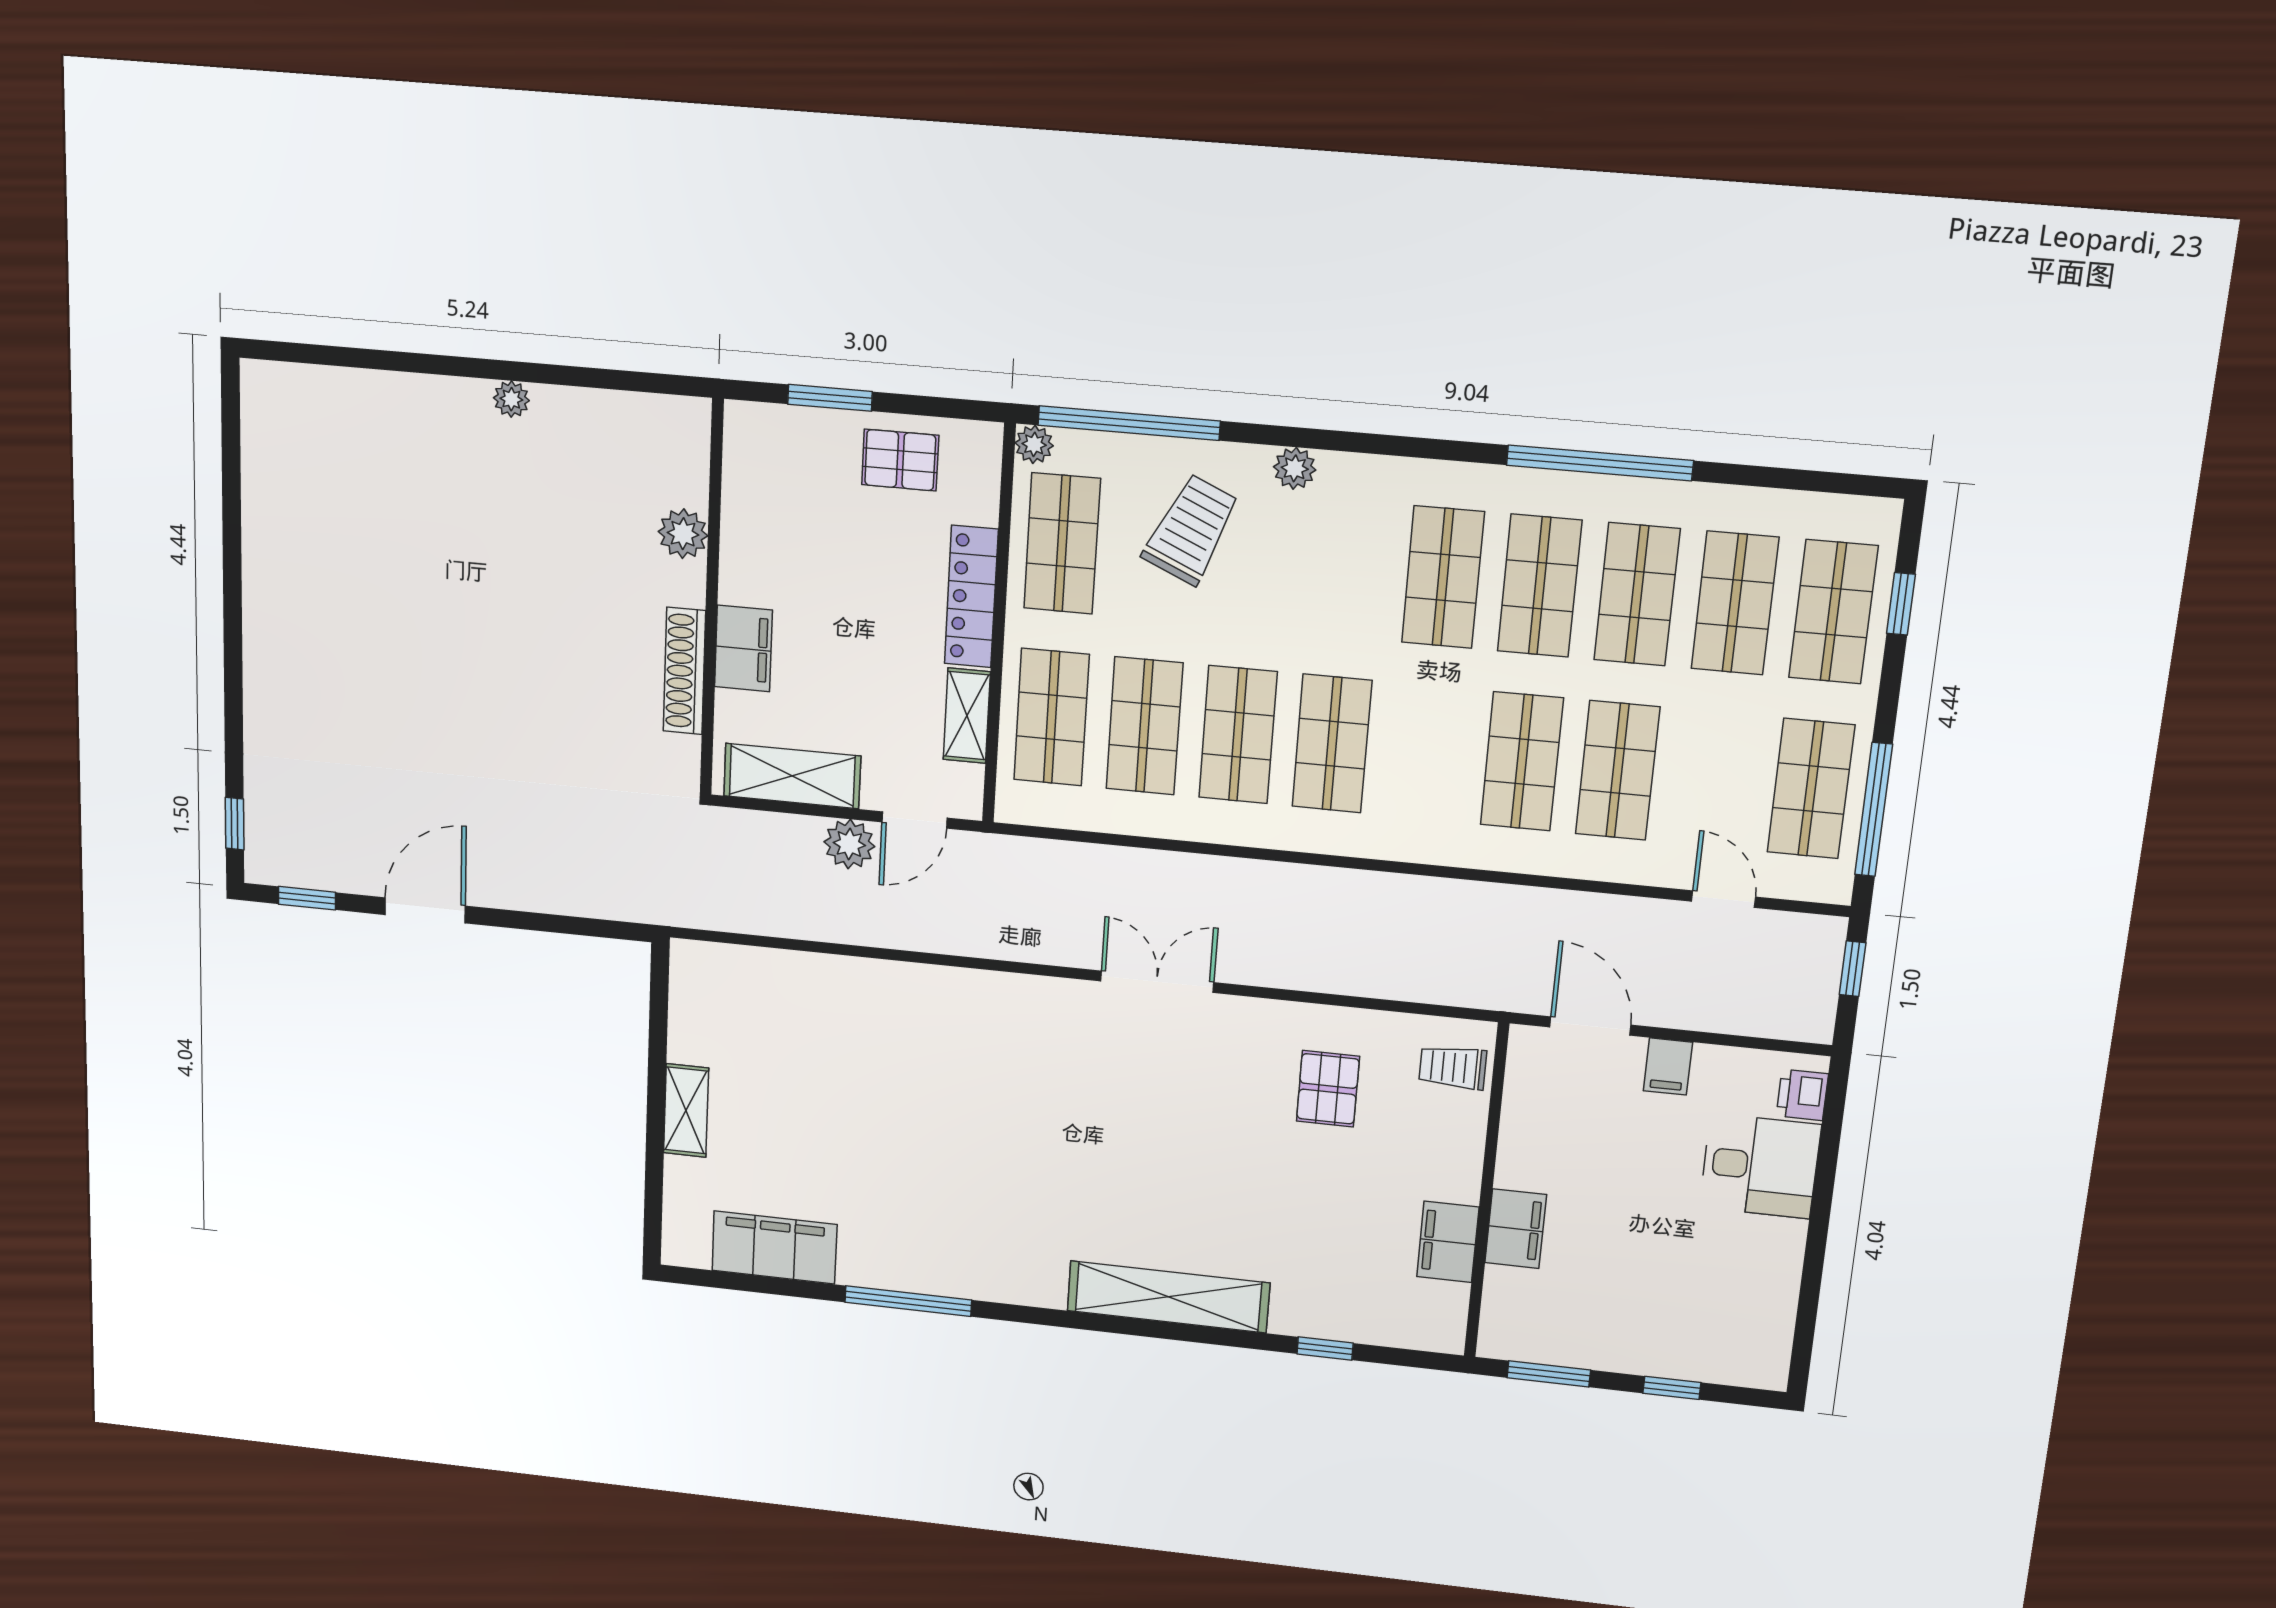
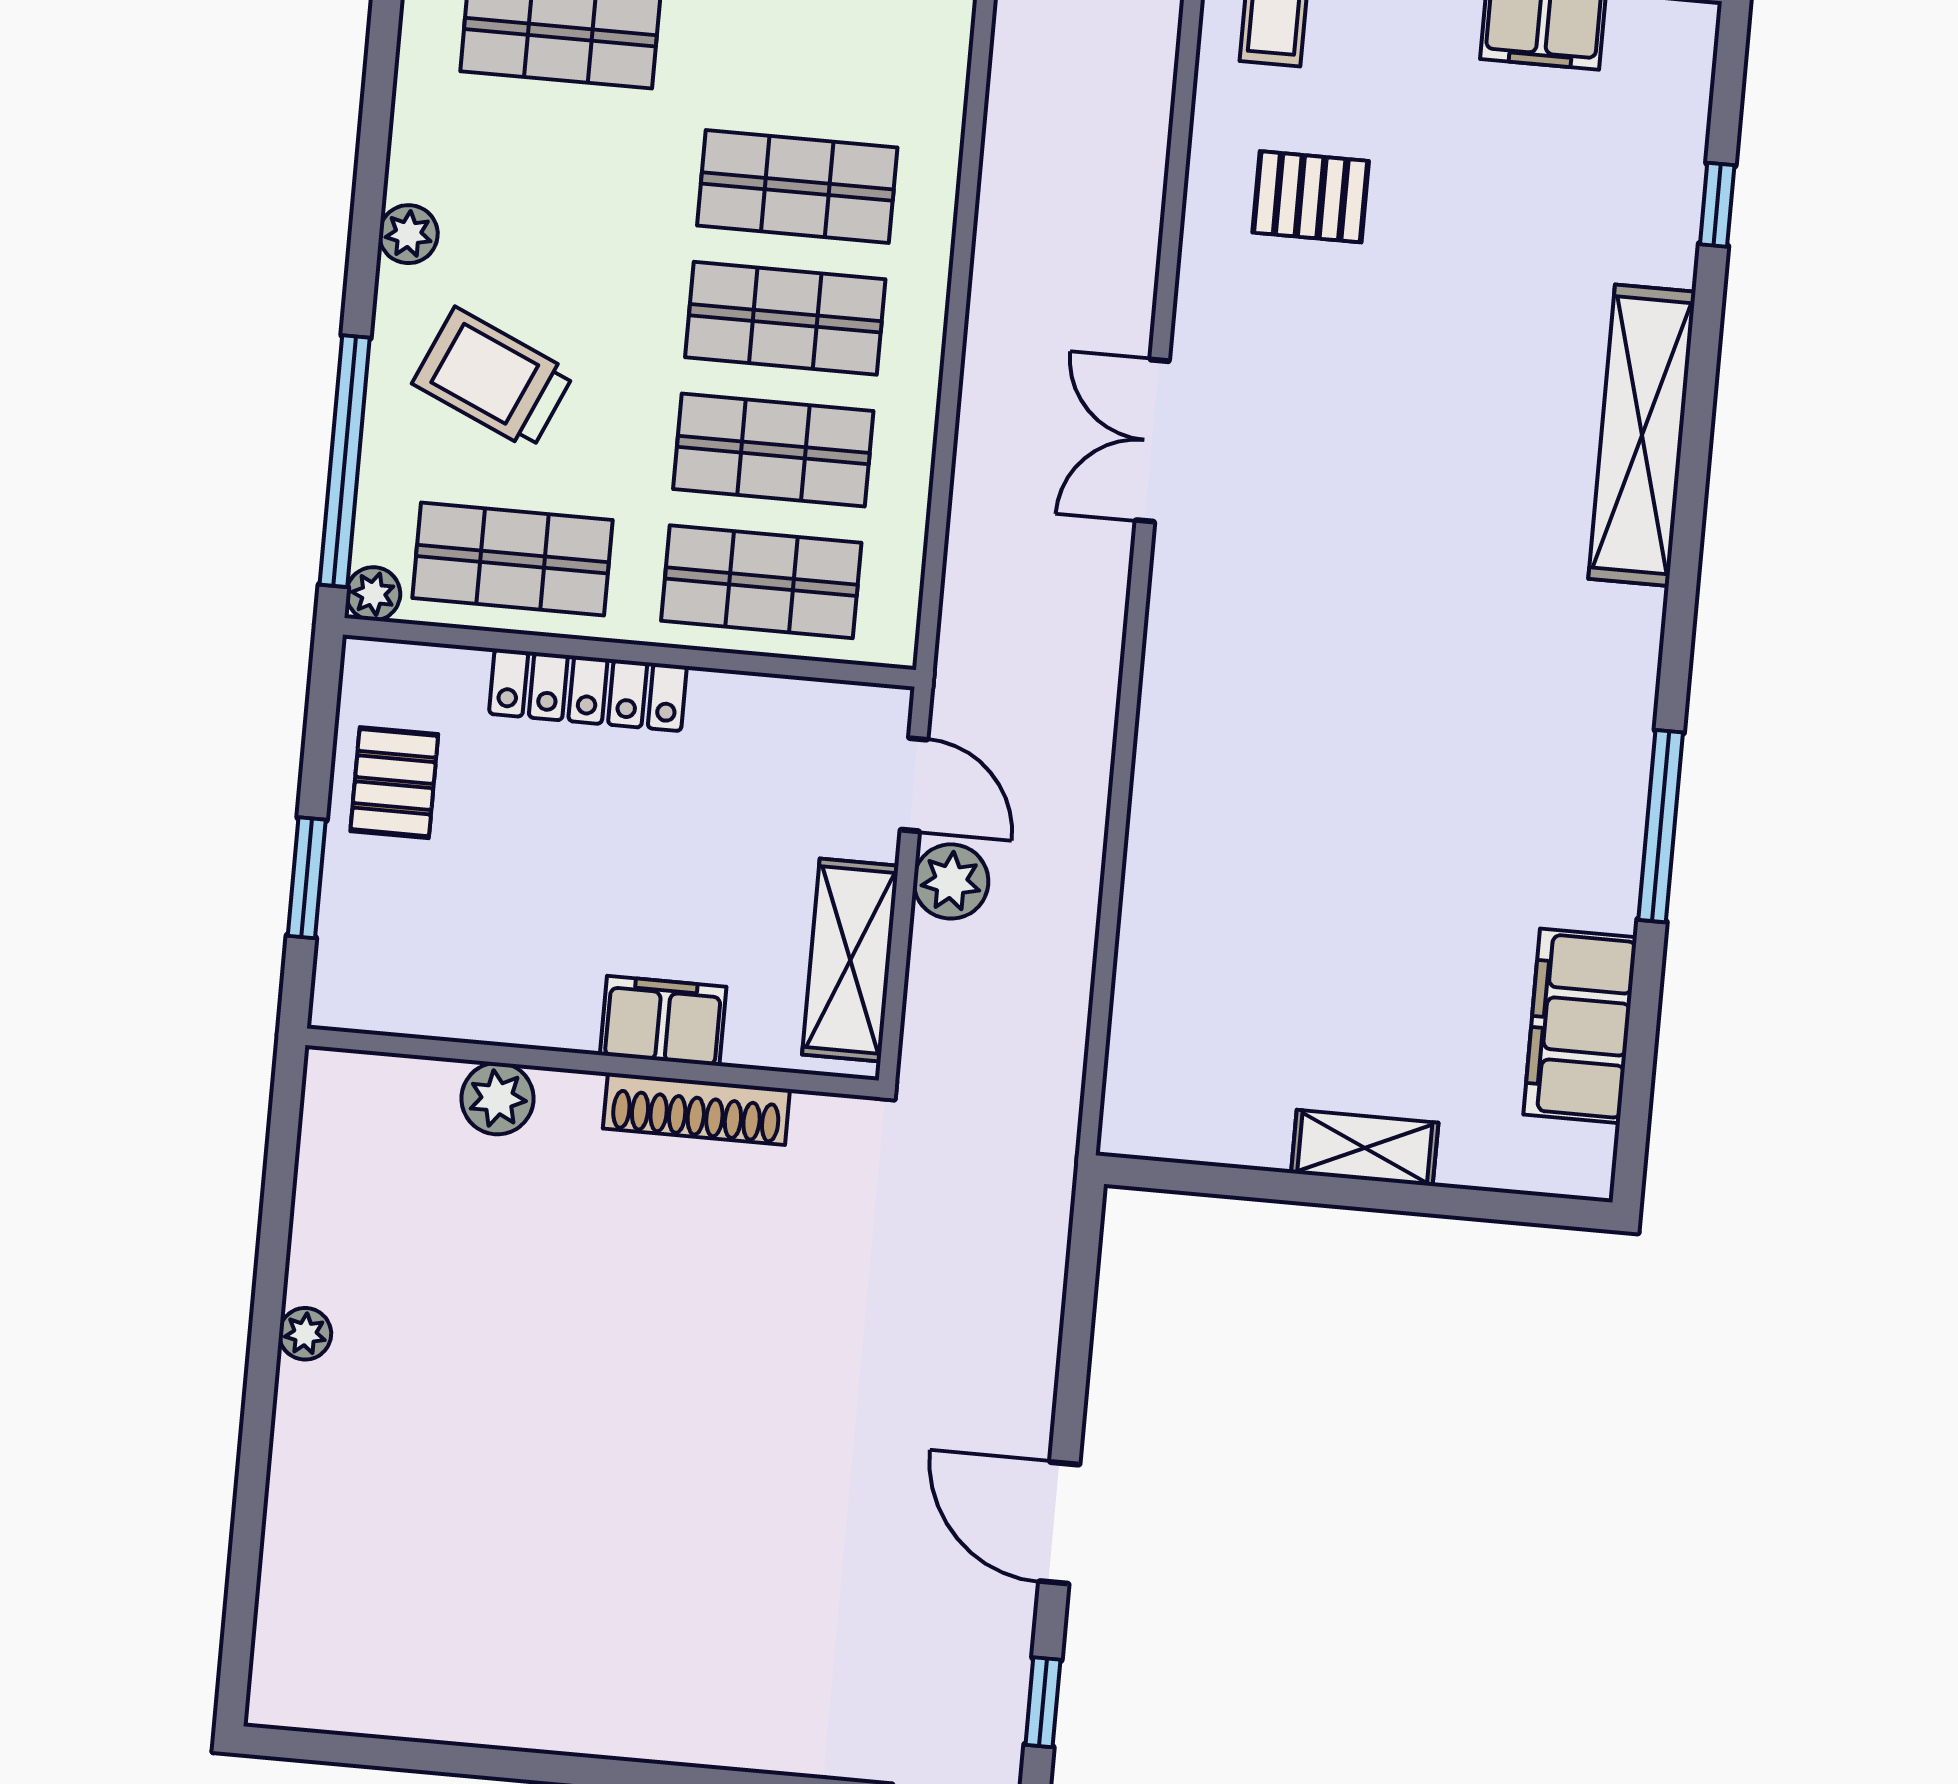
shelving: (967, 716) -> (760, 703), removed

